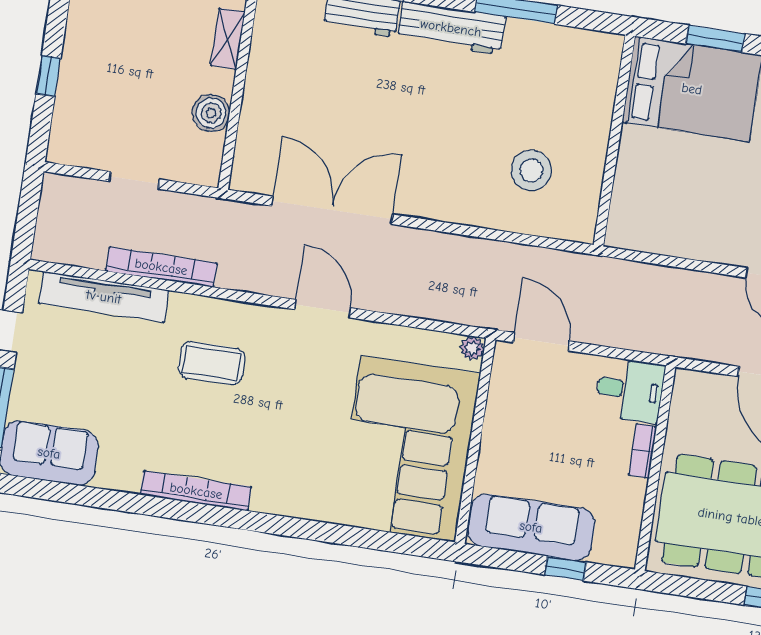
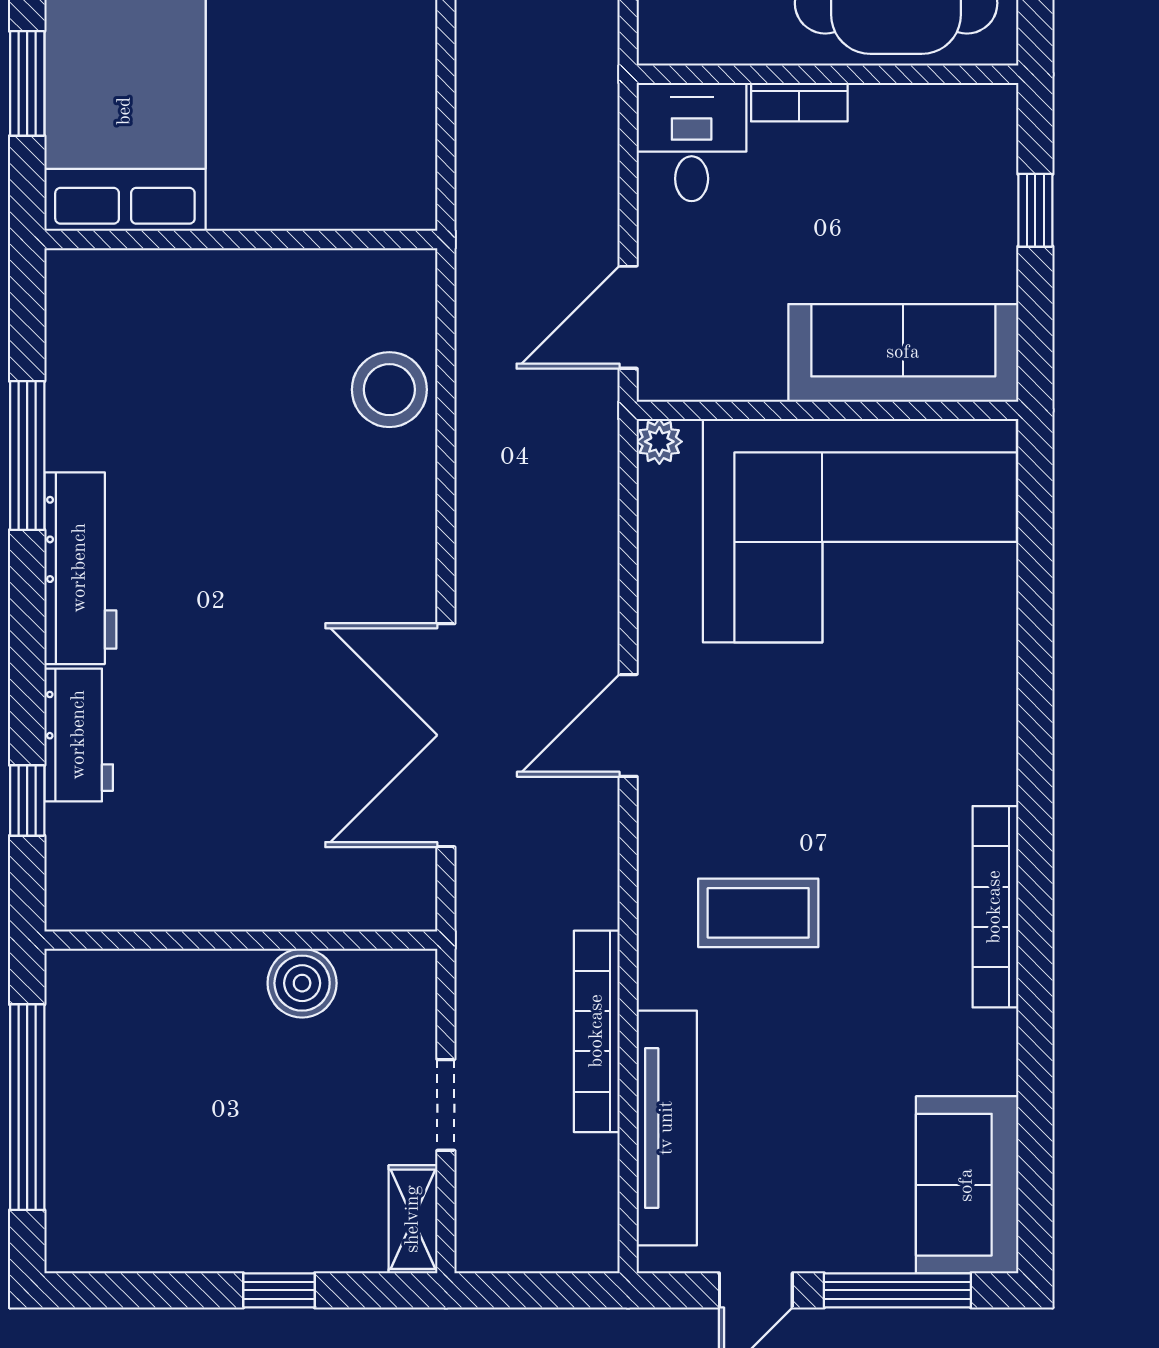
shelving: (228, 39) -> (413, 1219), moved, turned 90
stool: (531, 170) -> (389, 390), moved
coffee table: (212, 363) -> (758, 913), turned 90
sofa: (531, 527) -> (903, 353), moved, turned 90

